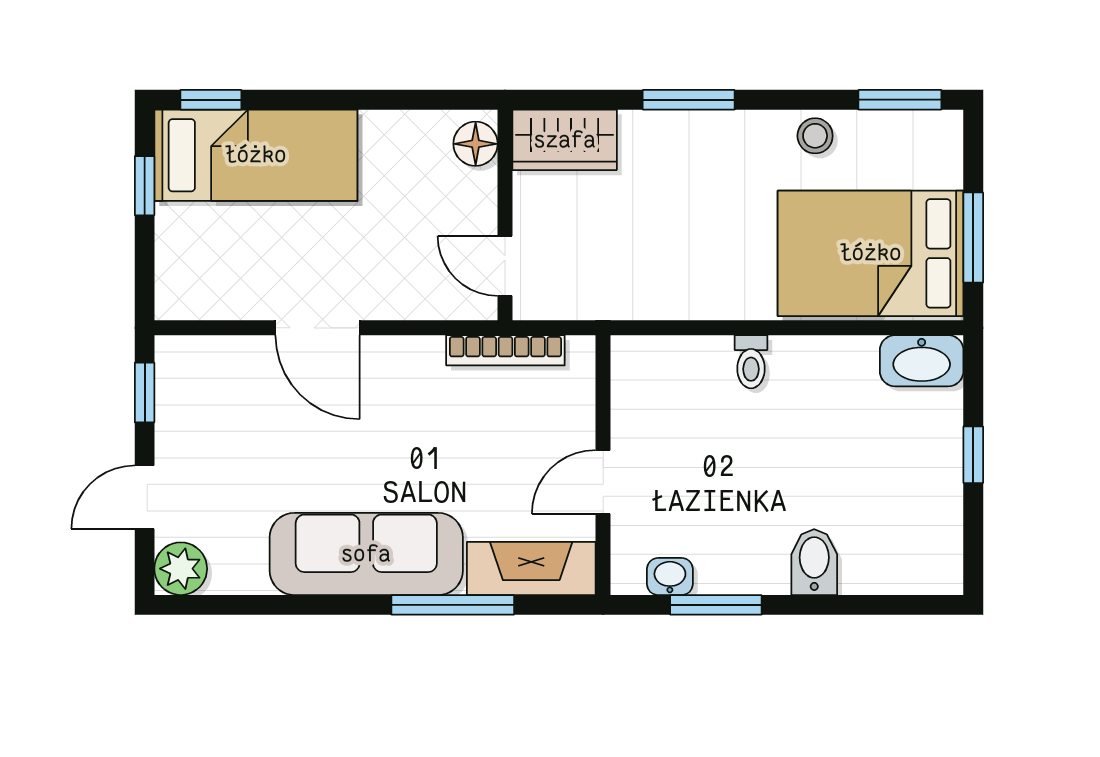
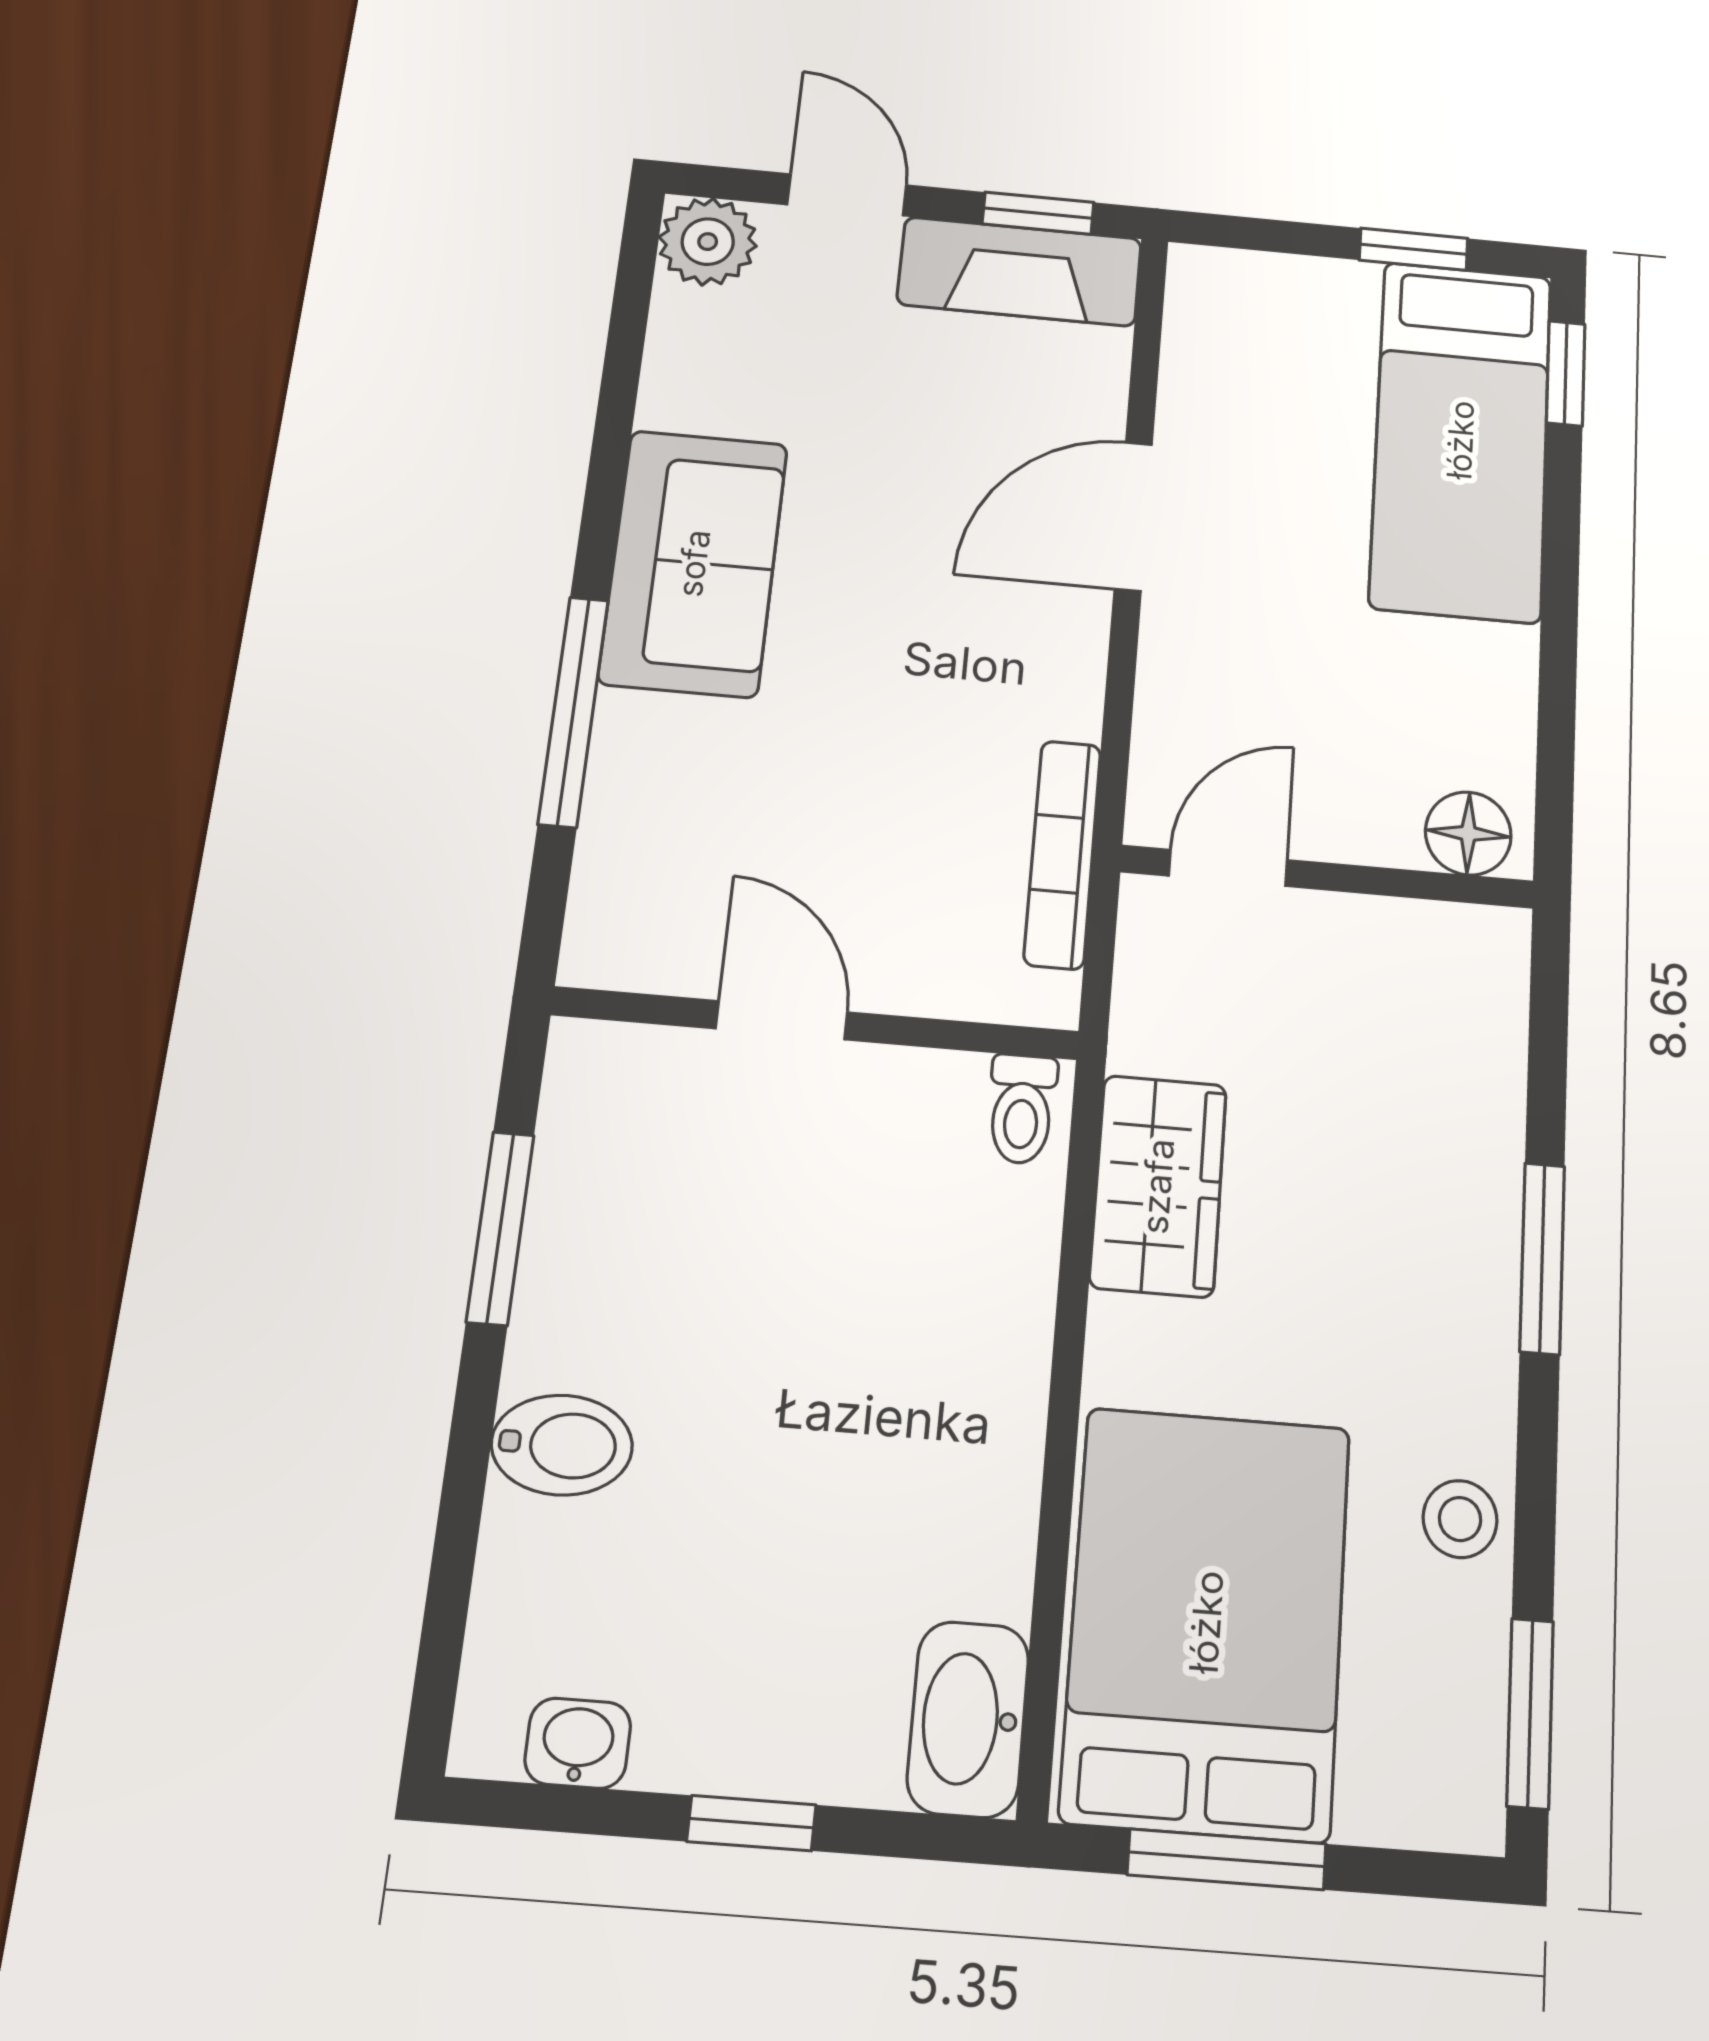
wardrobe: (565, 140) -> (1158, 1186), moved, turned 180
toilet: (751, 362) -> (1022, 1109), moved, turned -90
sofa: (366, 554) -> (694, 563), width x0.73
fireplace: (531, 569) -> (1020, 272), moved, turned 90
washbasin: (670, 577) -> (578, 1743), moved, turned -90

